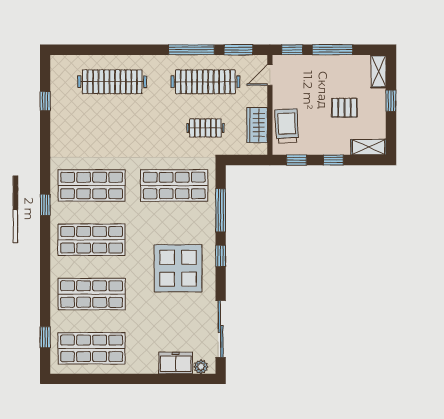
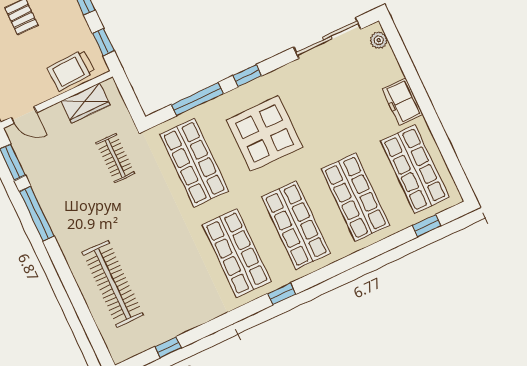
clothes rail: (205, 82) -> (65, 182), removed
display table: (178, 268) -> (265, 134), moved
freezer: (176, 363) -> (403, 102), moved

